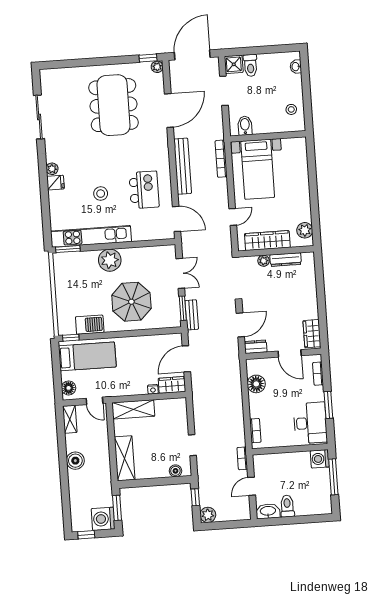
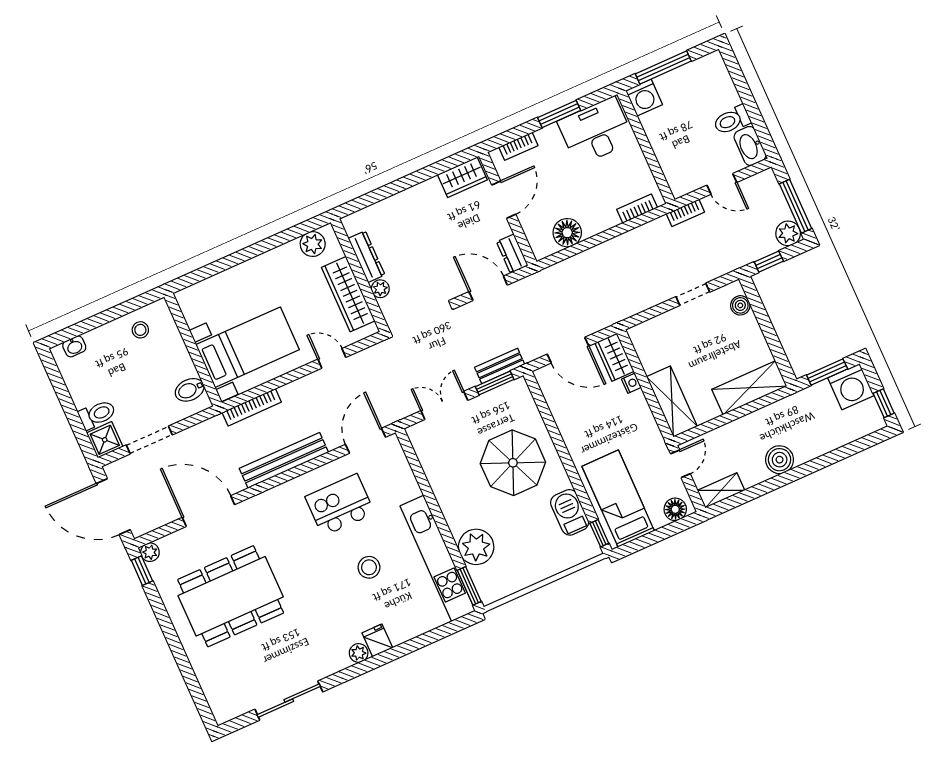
plant: (110, 260) -> (476, 547), moved
window: (222, 525) -> (795, 206), added

